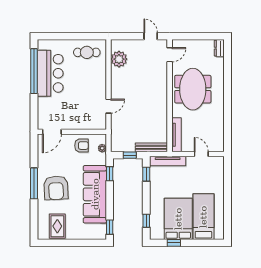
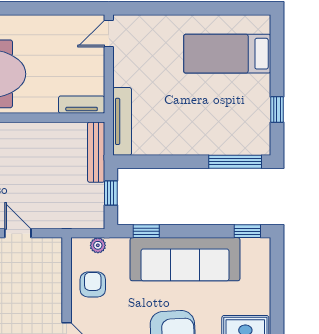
tv unit: (177, 135) -> (82, 105), width x0.71
door: (201, 154) -> (109, 34), moved
window: (146, 174) -> (147, 162), removed
bed: (178, 219) -> (232, 101), removed
window: (146, 221) -> (235, 162), width x2.17

